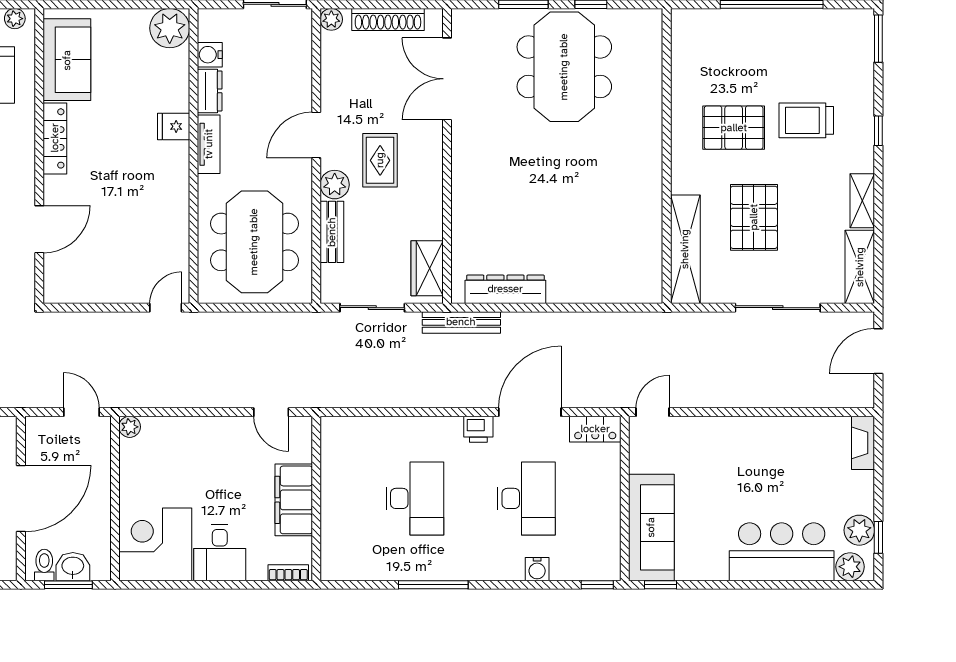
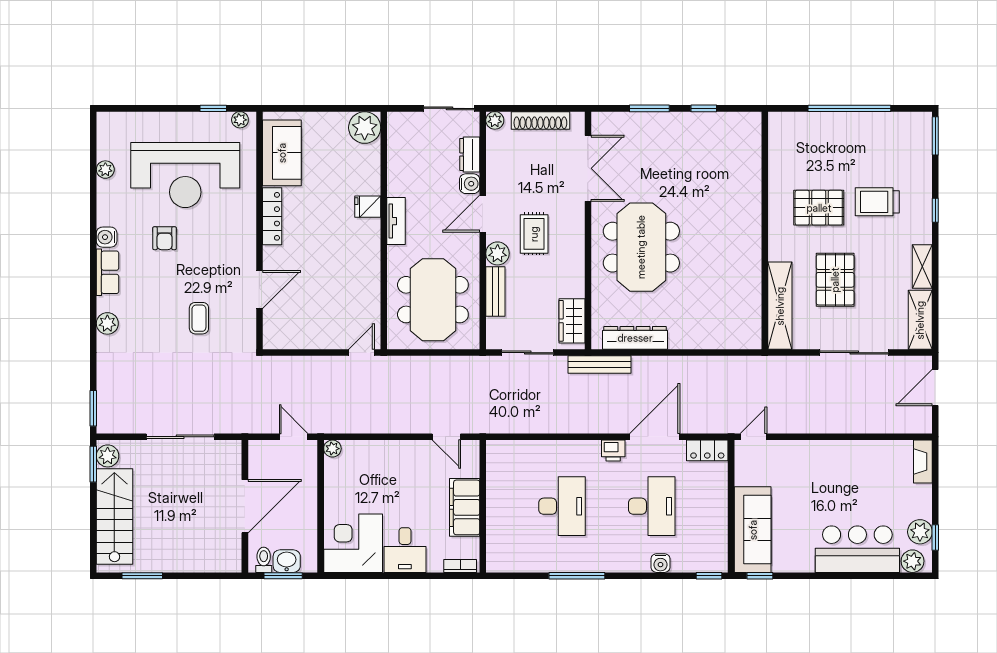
water cooler: (210, 55) -> (470, 184), moved, turned 180
meeting table: (564, 67) -> (641, 247), moved
double door: (447, 79) -> (588, 168), swing flipped
dresser: (210, 91) -> (470, 154), moved, turned 180

